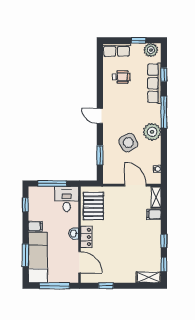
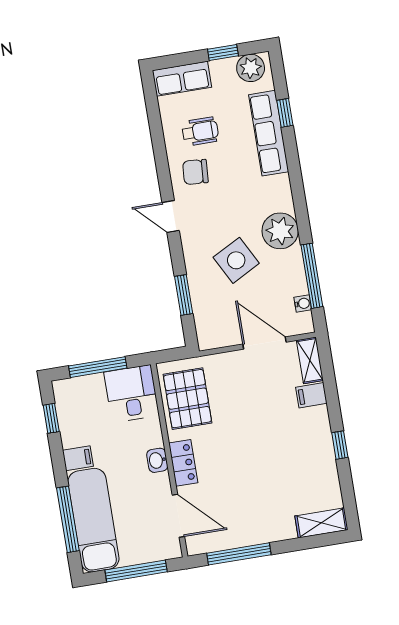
chair: (116, 96) -> (195, 172), added
window: (164, 112) -> (312, 276), moved
window: (25, 255) -> (68, 519), width x1.44
window: (164, 265) -> (348, 492), removed
window: (106, 286) -> (239, 554), width x2.17

